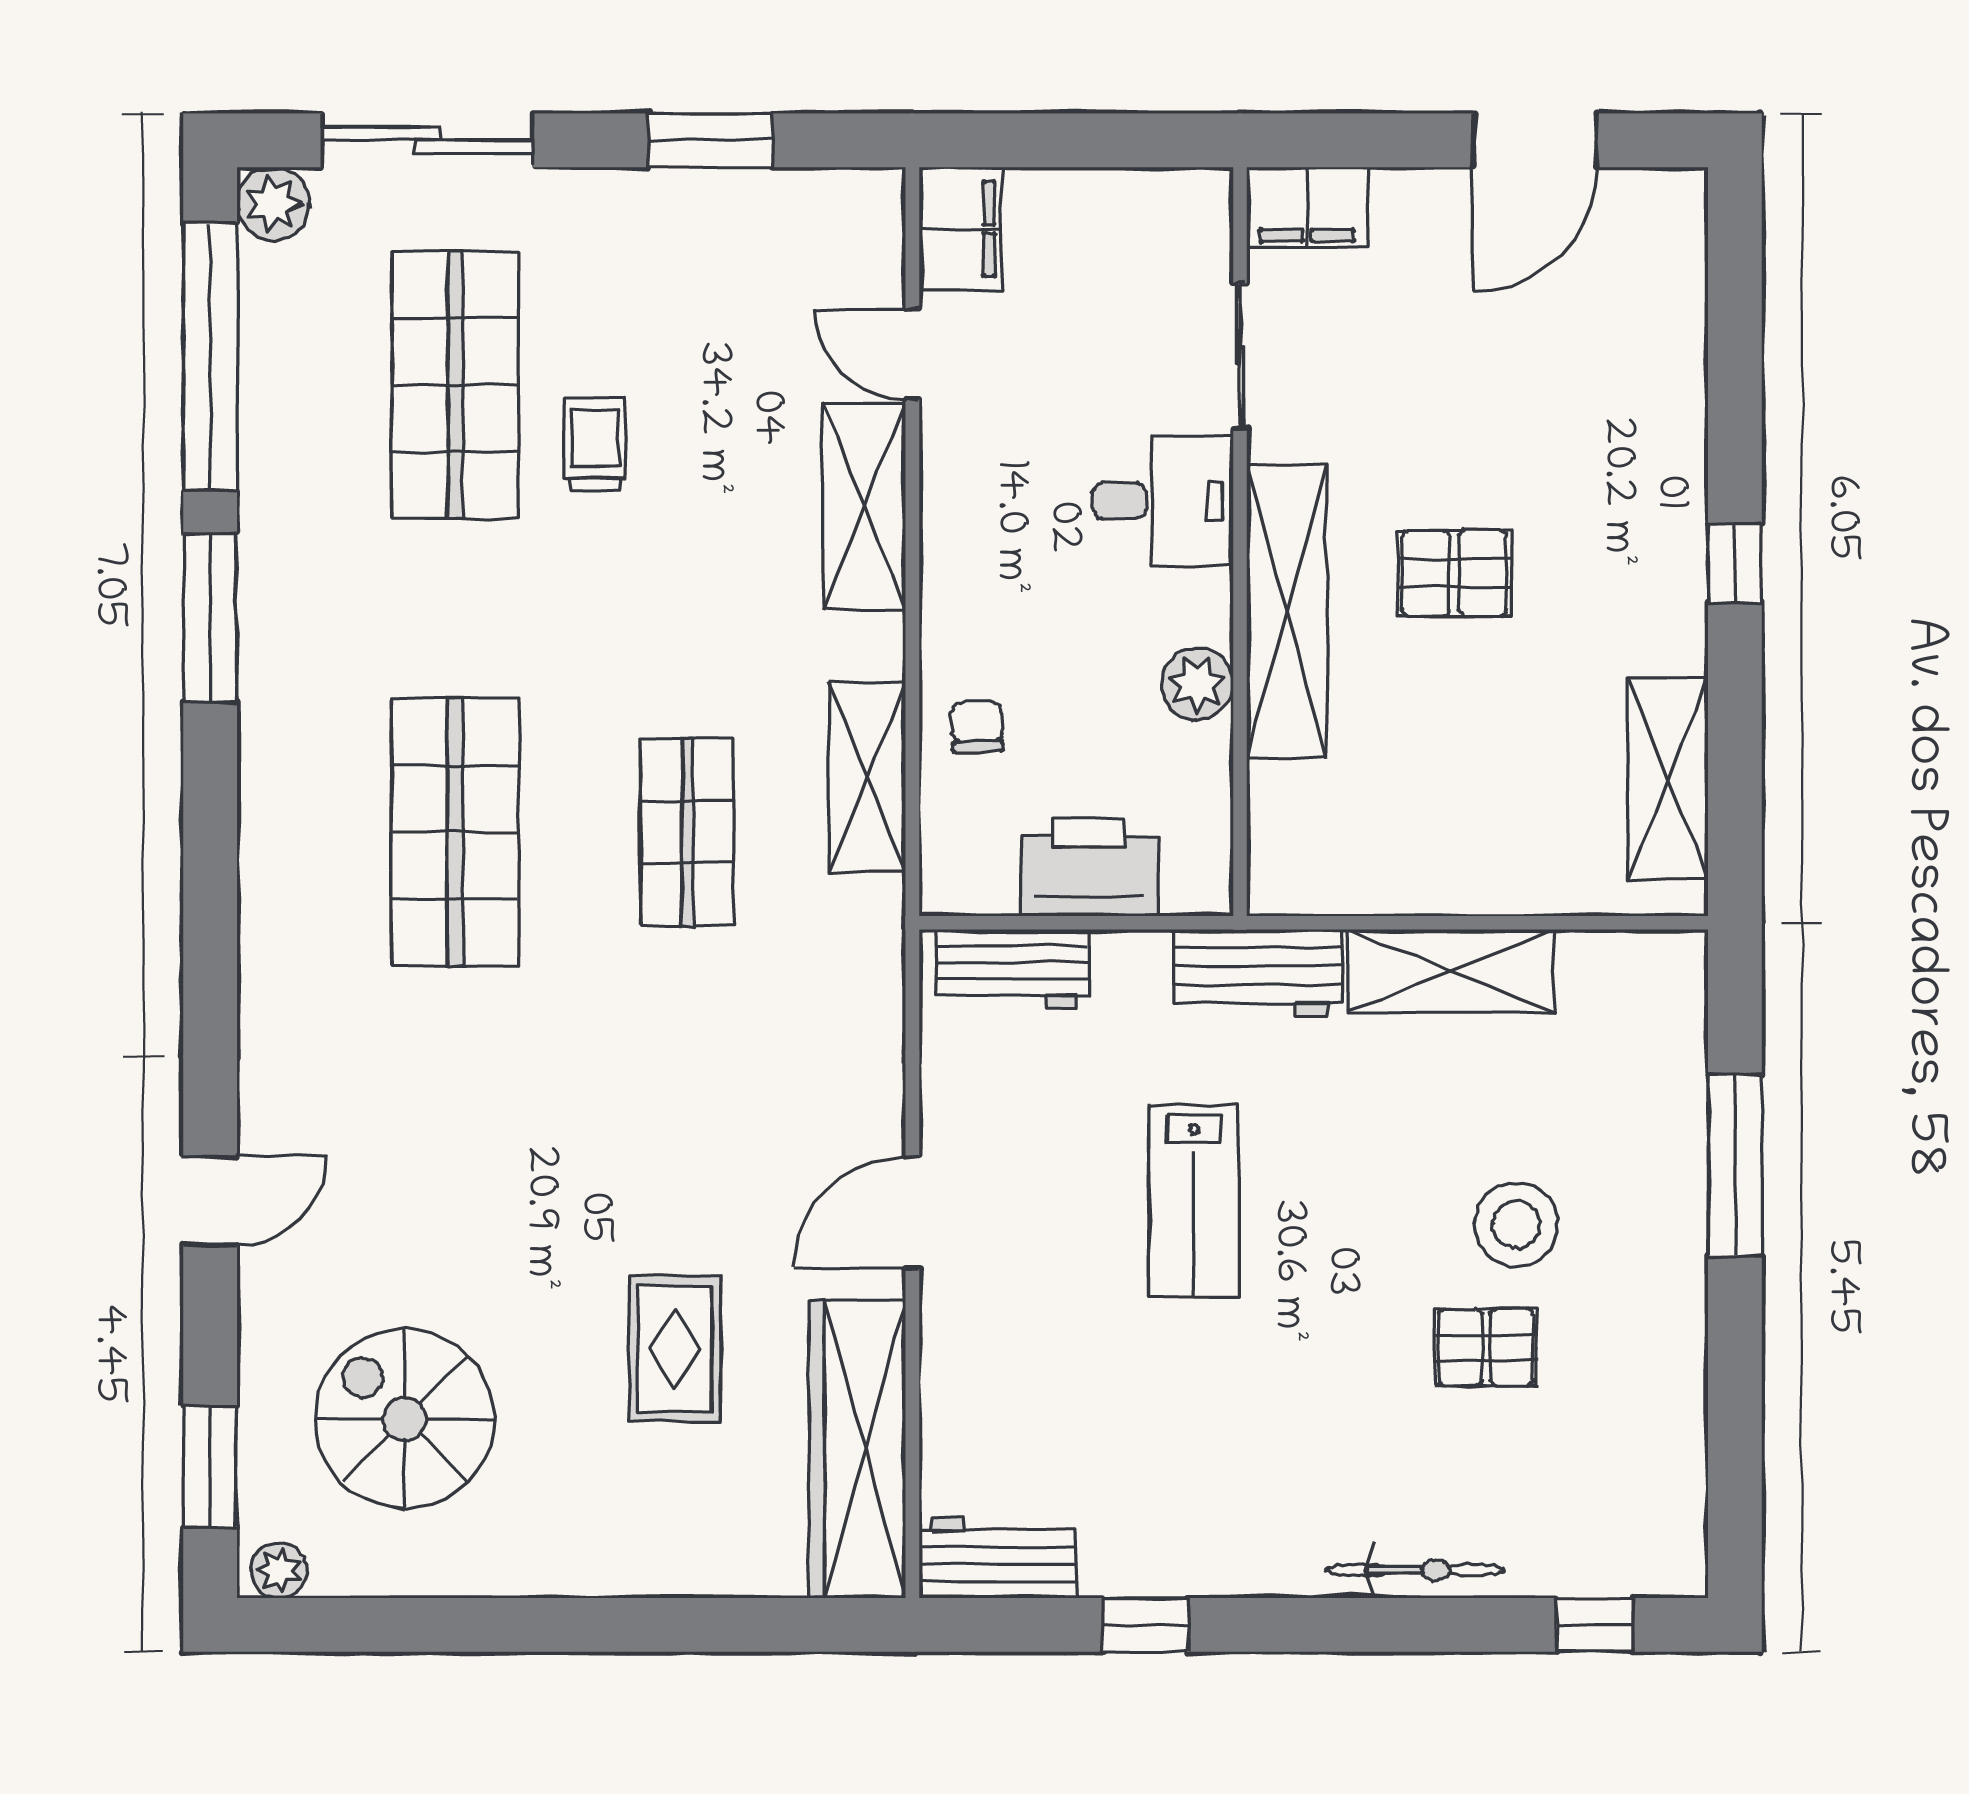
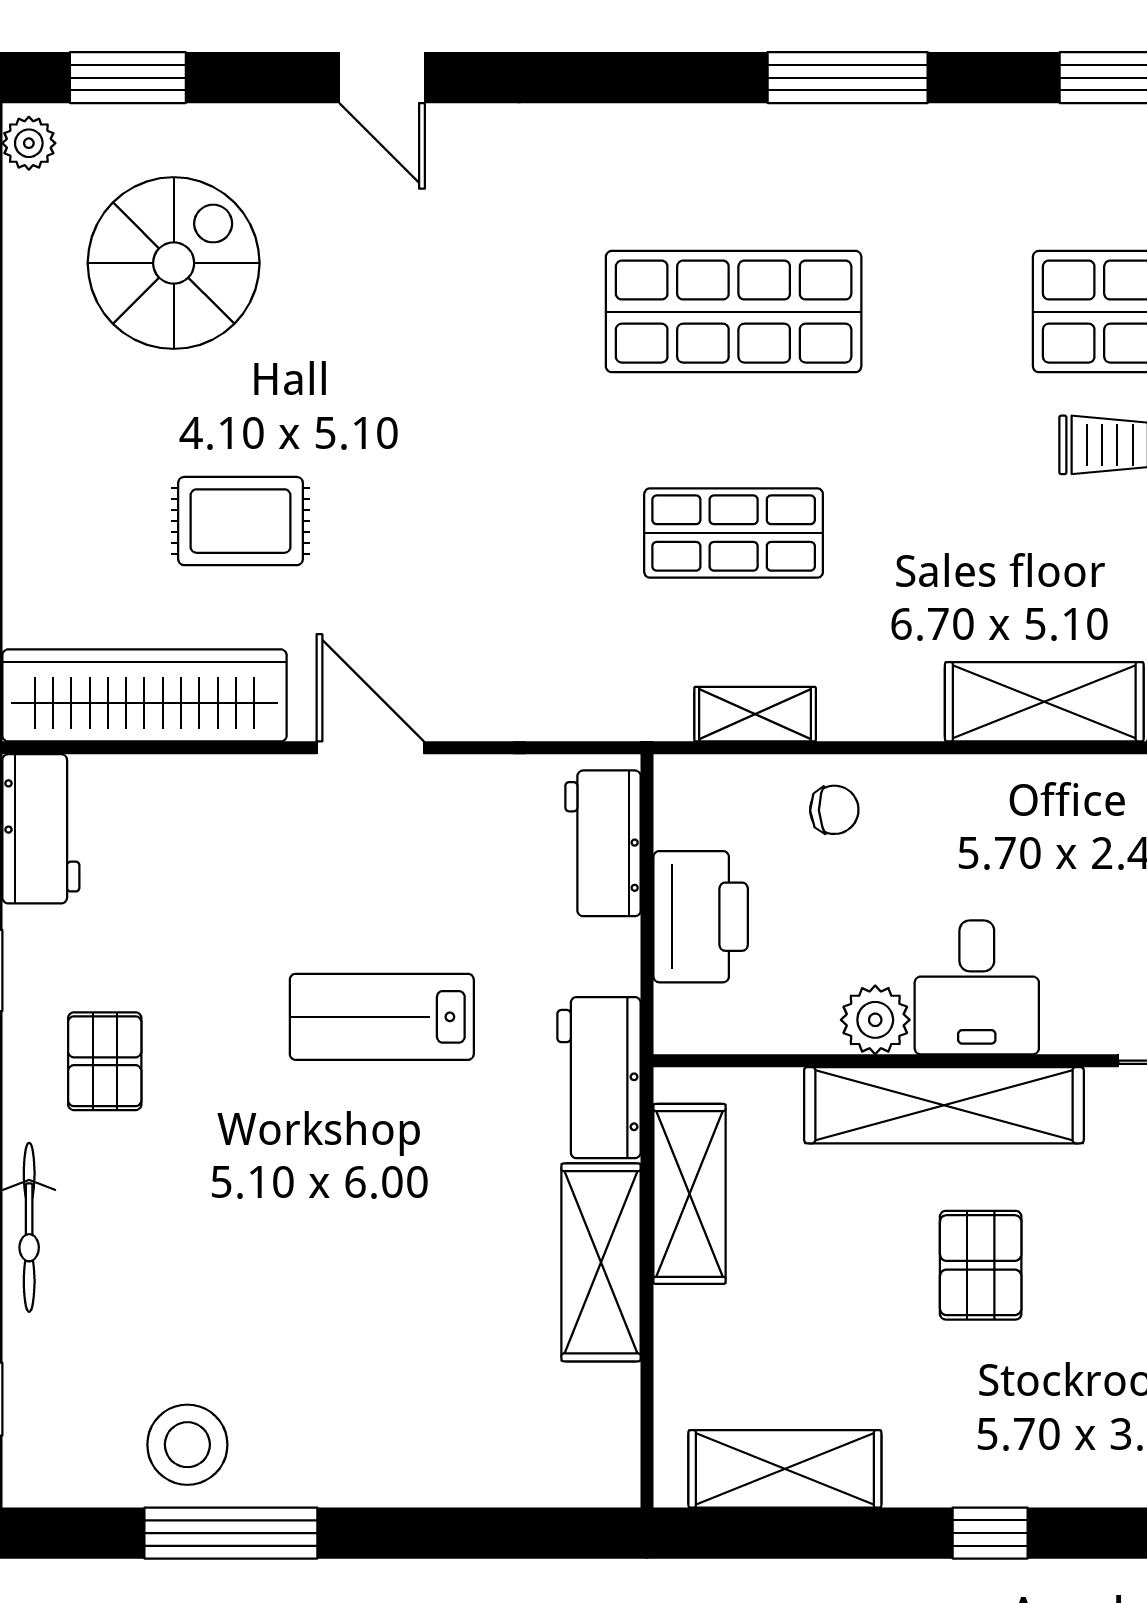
desk: (1163, 501) -> (977, 987), moved
window: (210, 618) -> (848, 78), moved
shelving: (867, 778) -> (755, 714), width x0.67, depth x0.75
shelving: (1380, 878) -> (689, 1194), added
window: (1735, 1165) -> (231, 1533), moved
stool: (1516, 1225) -> (187, 1445), moved
pallet: (1486, 1347) -> (105, 1061), moved

